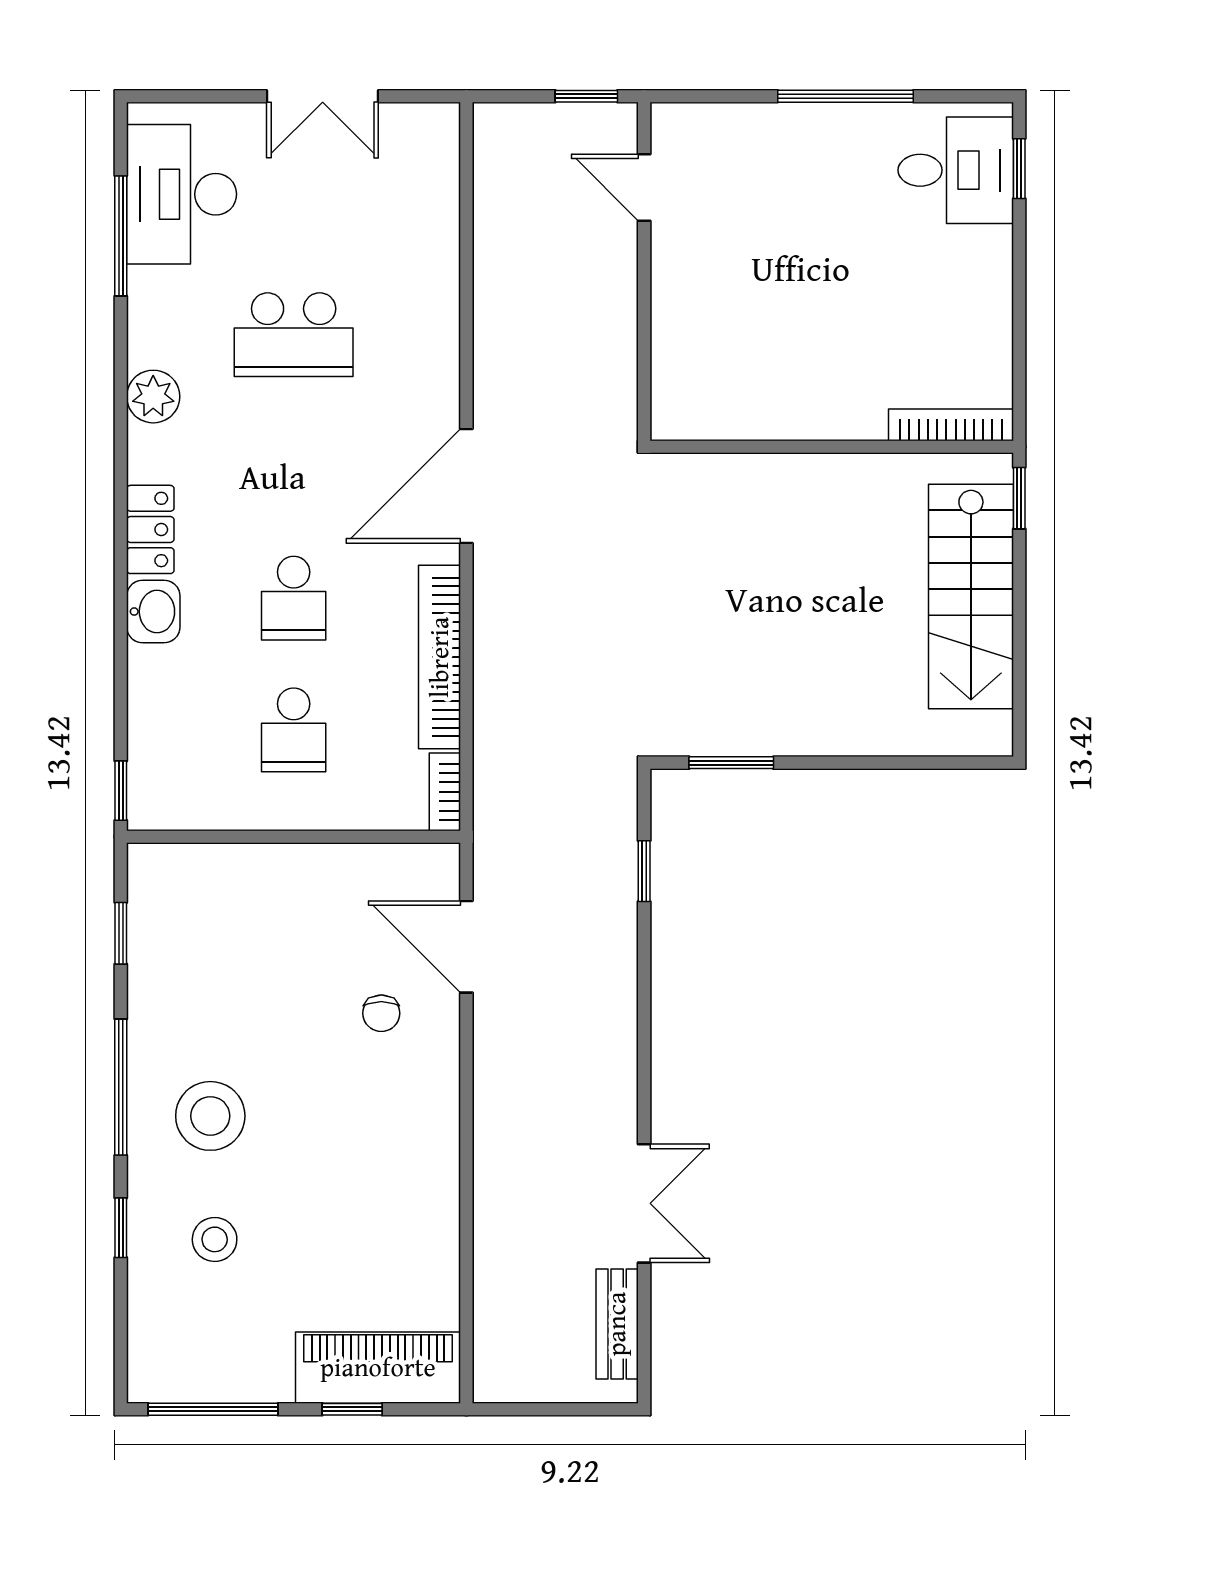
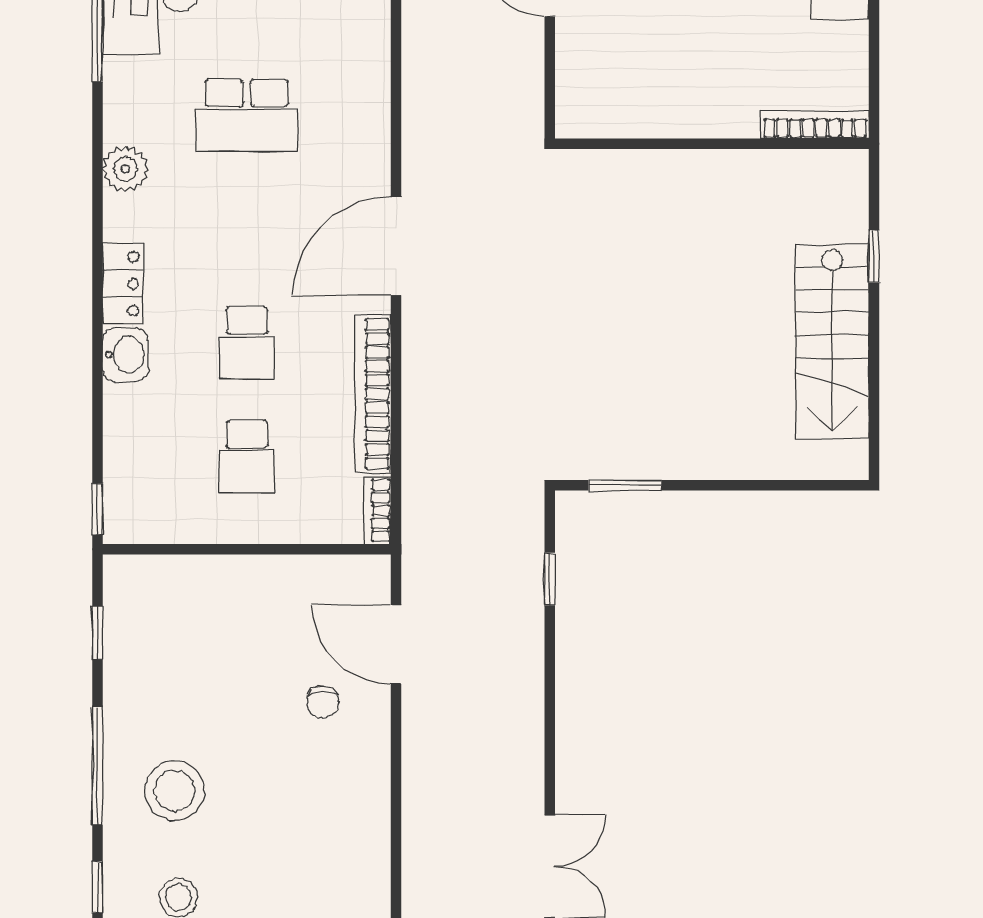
bookcase: (951, 425) -> (815, 125), moved
wall: (832, 447) -> (712, 144), moved

